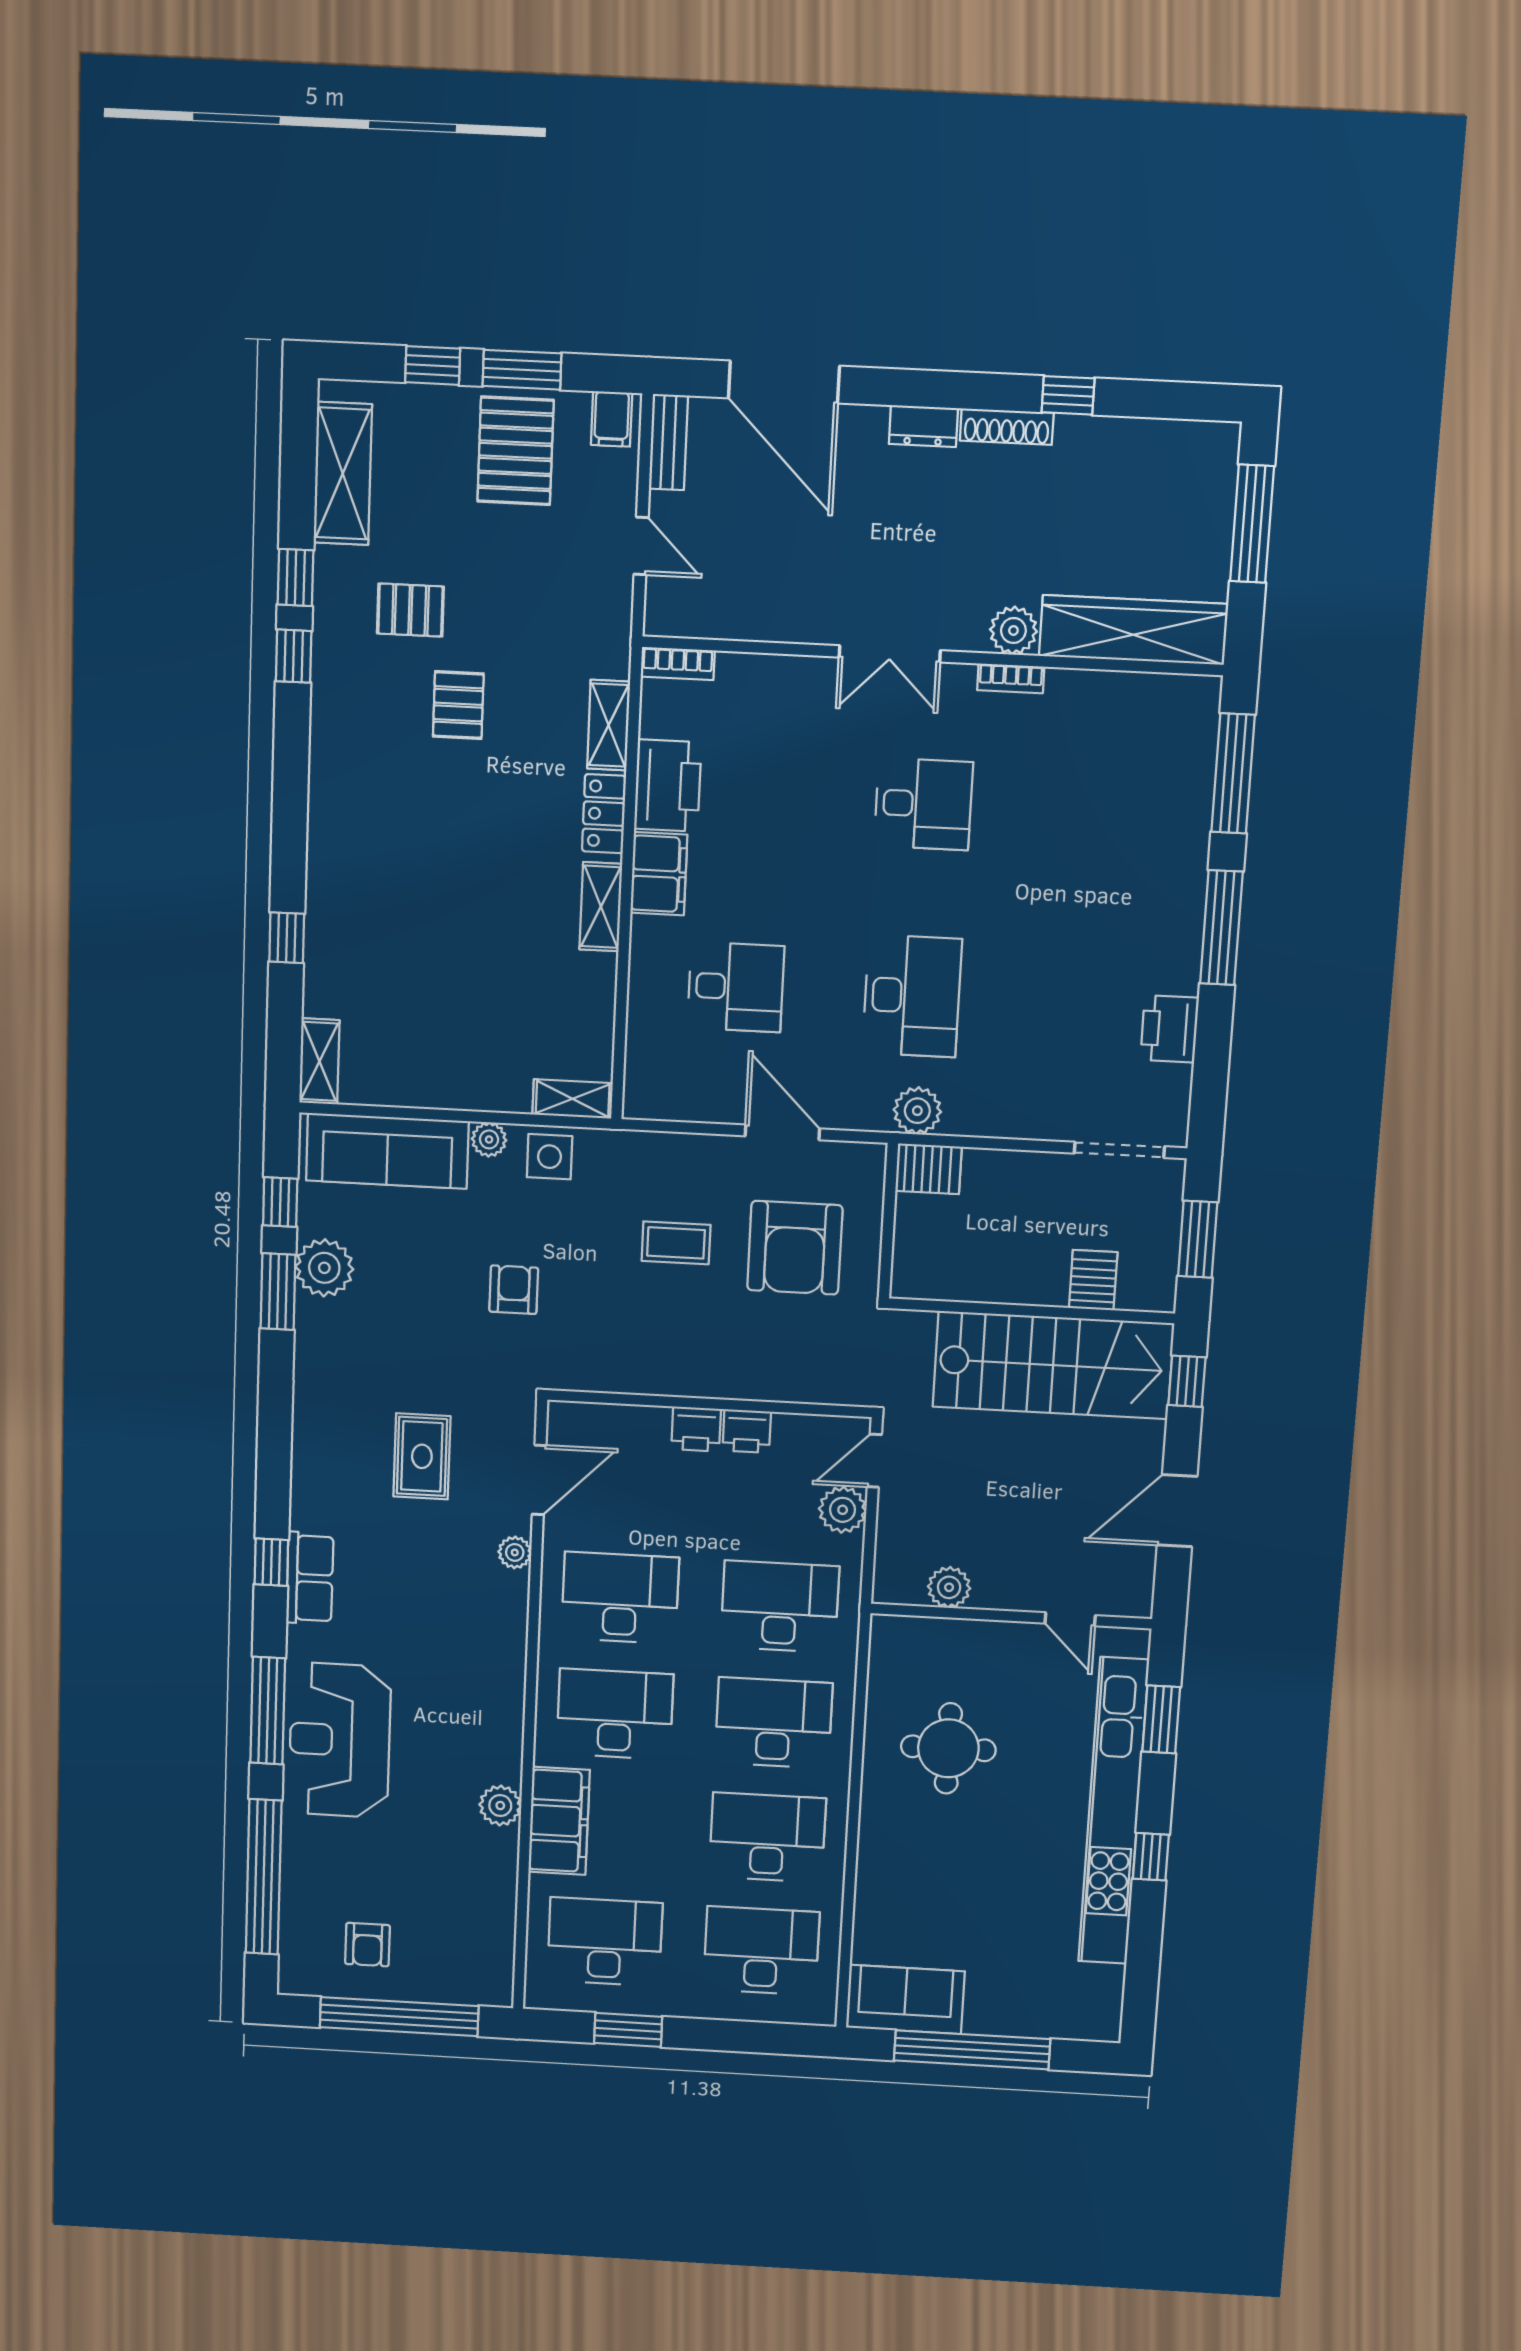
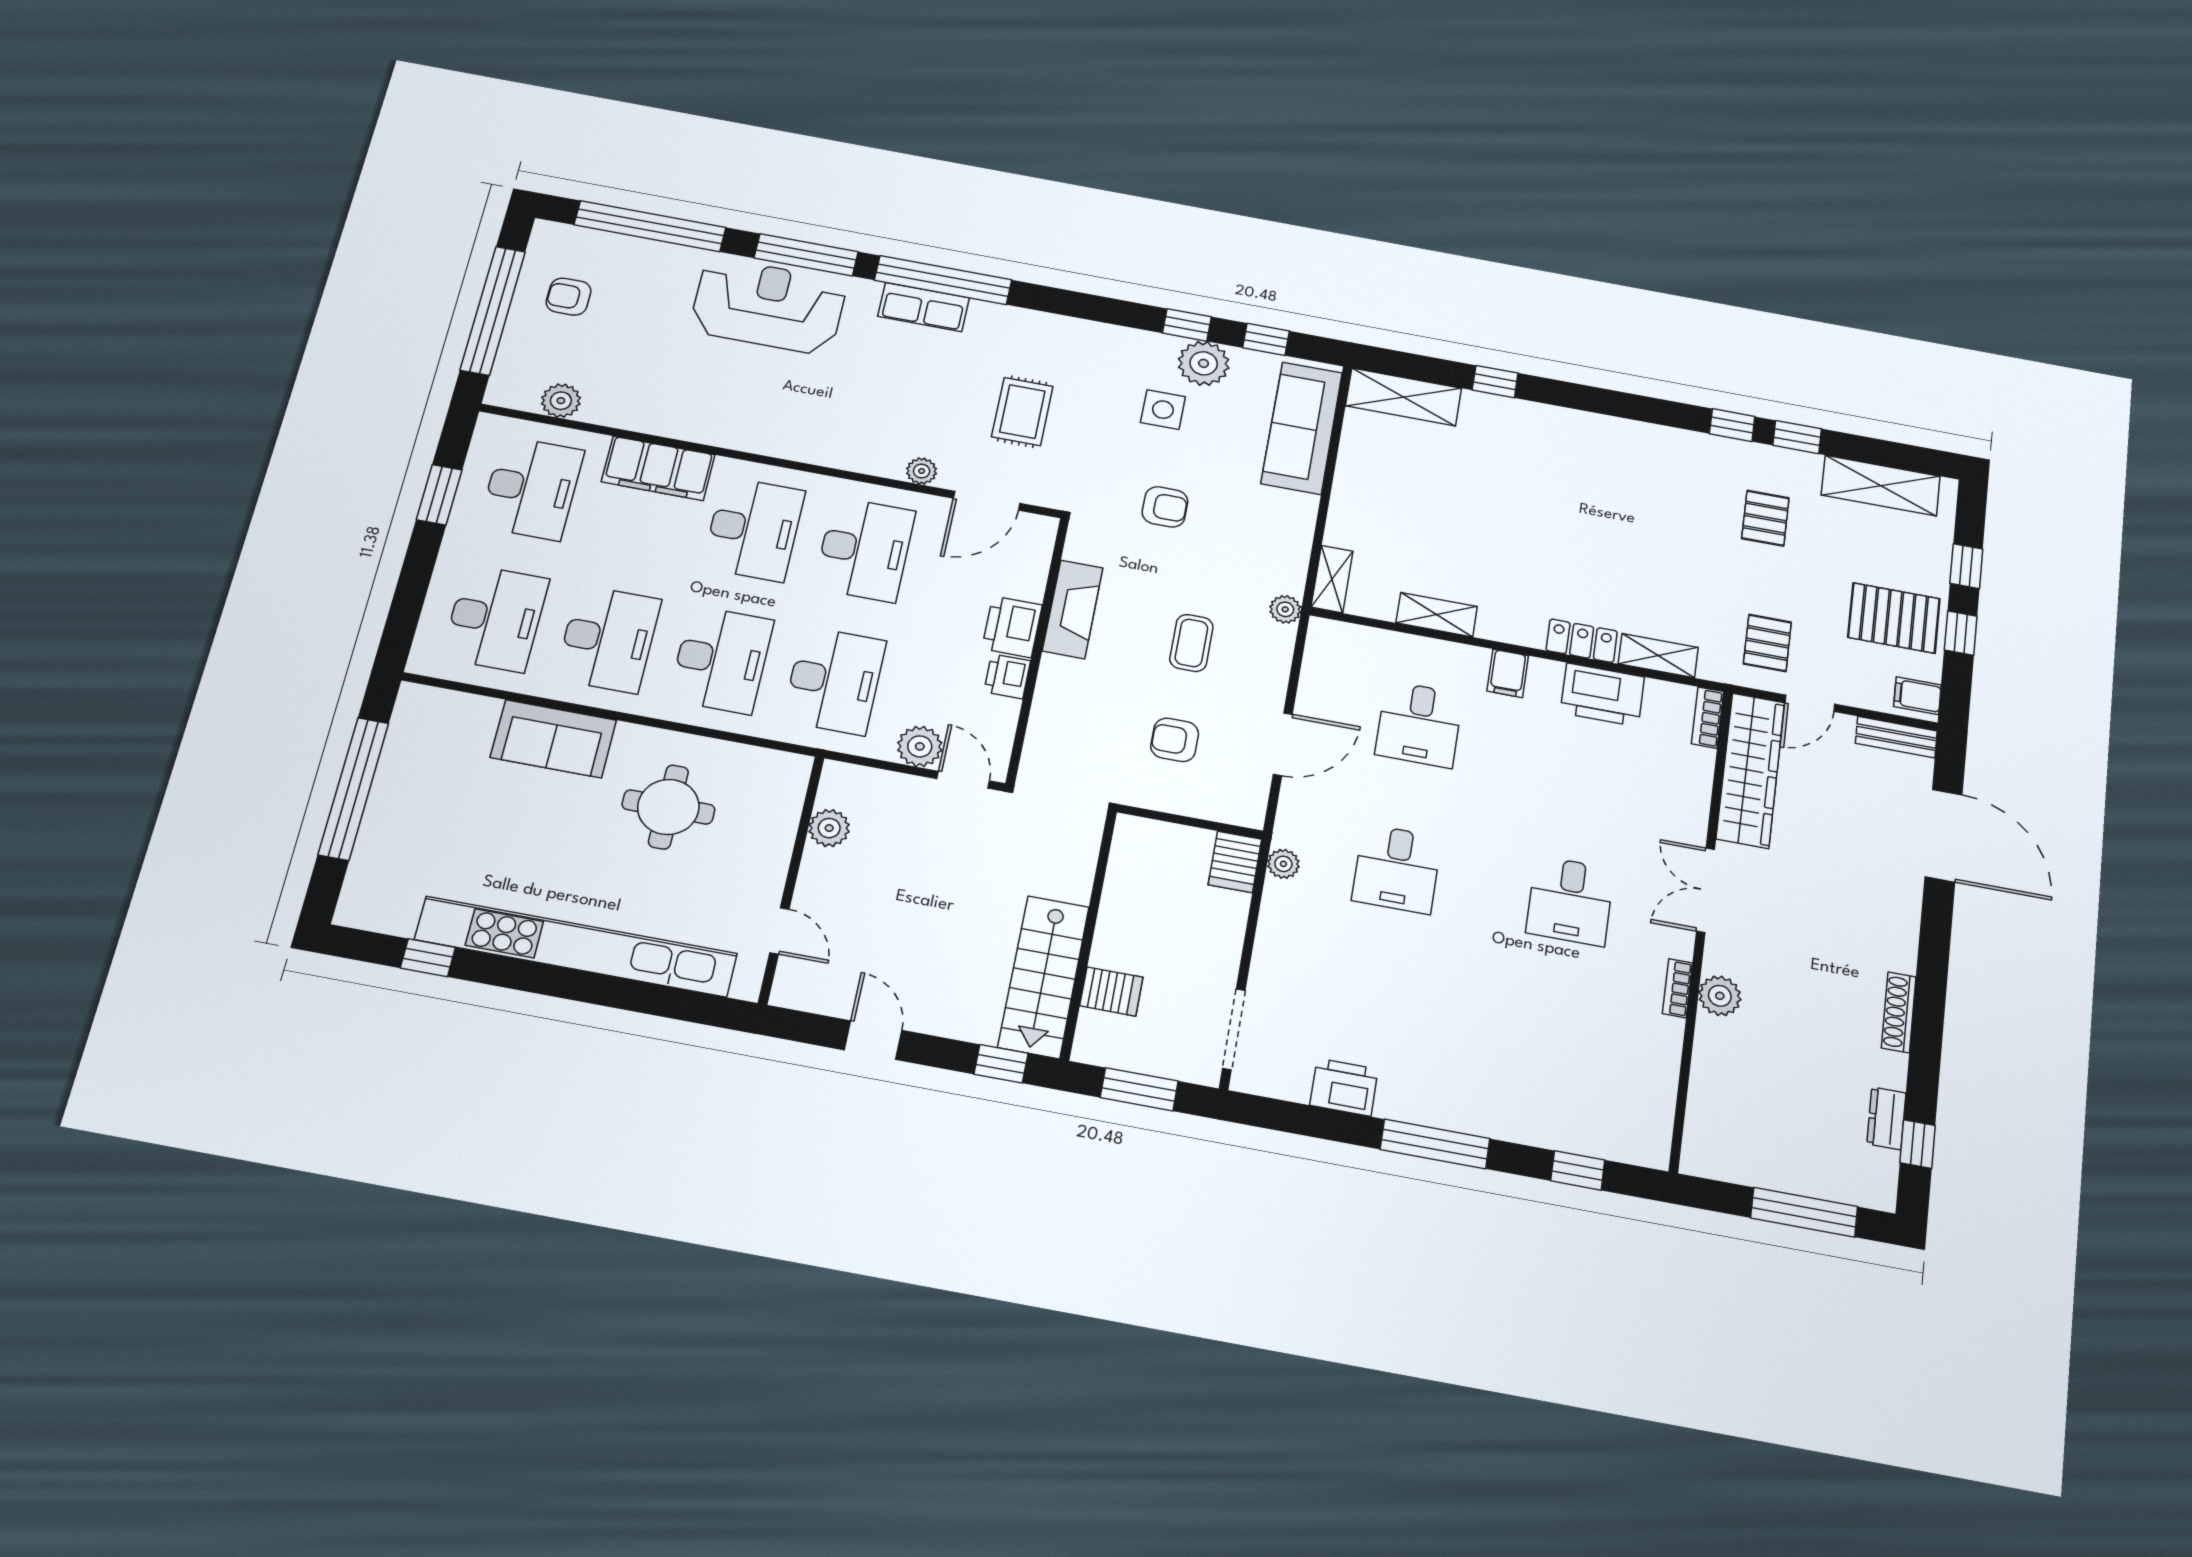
window: (522, 370) -> (1961, 633), width x0.67
door: (784, 382) -> (1944, 836), swing flipped
window: (1068, 395) -> (1917, 1144), moved
dresser: (923, 426) -> (1886, 1118), moved
wardrobe: (1134, 630) -> (1750, 770), moved
pallet: (458, 705) -> (1767, 643), moved, turned 90
window: (1233, 773) -> (1578, 1170), width x0.46
filing cabinet: (659, 874) -> (1508, 673), width x0.50
shelving: (601, 907) -> (1437, 615), moved
desk: (912, 996) -> (1397, 869), width x0.73
shelving: (319, 1061) -> (1404, 397), width x1.50, depth x1.33
plant: (917, 1111) -> (1283, 864), width x0.73, depth x0.73
plant: (489, 1139) -> (1285, 609), moved
side table: (550, 1157) -> (1163, 410), moved
armchair: (795, 1248) -> (1175, 740), width x0.53, depth x0.53
window: (278, 1292) -> (1187, 325), width x0.67
stairs: (1053, 1365) -> (1044, 977), width x0.73, depth x0.66
fireplace: (656, 1373) -> (1073, 609), added
printer: (696, 1429) -> (1012, 627), width x1.36, depth x1.24
rug: (422, 1456) -> (1022, 412), turned 90
door: (539, 1480) -> (987, 501), hinge flipped
door: (1177, 1511) -> (873, 1040), width x0.73
window: (271, 1562) -> (943, 280), width x3.17
door: (1070, 1619) -> (779, 931), swing flipped
window: (1161, 1719) -> (663, 1001), removed
plant: (500, 1806) -> (561, 401), moved
window: (1151, 1857) -> (428, 958), moved
sofa: (905, 1999) -> (553, 739), moved, turned 90

